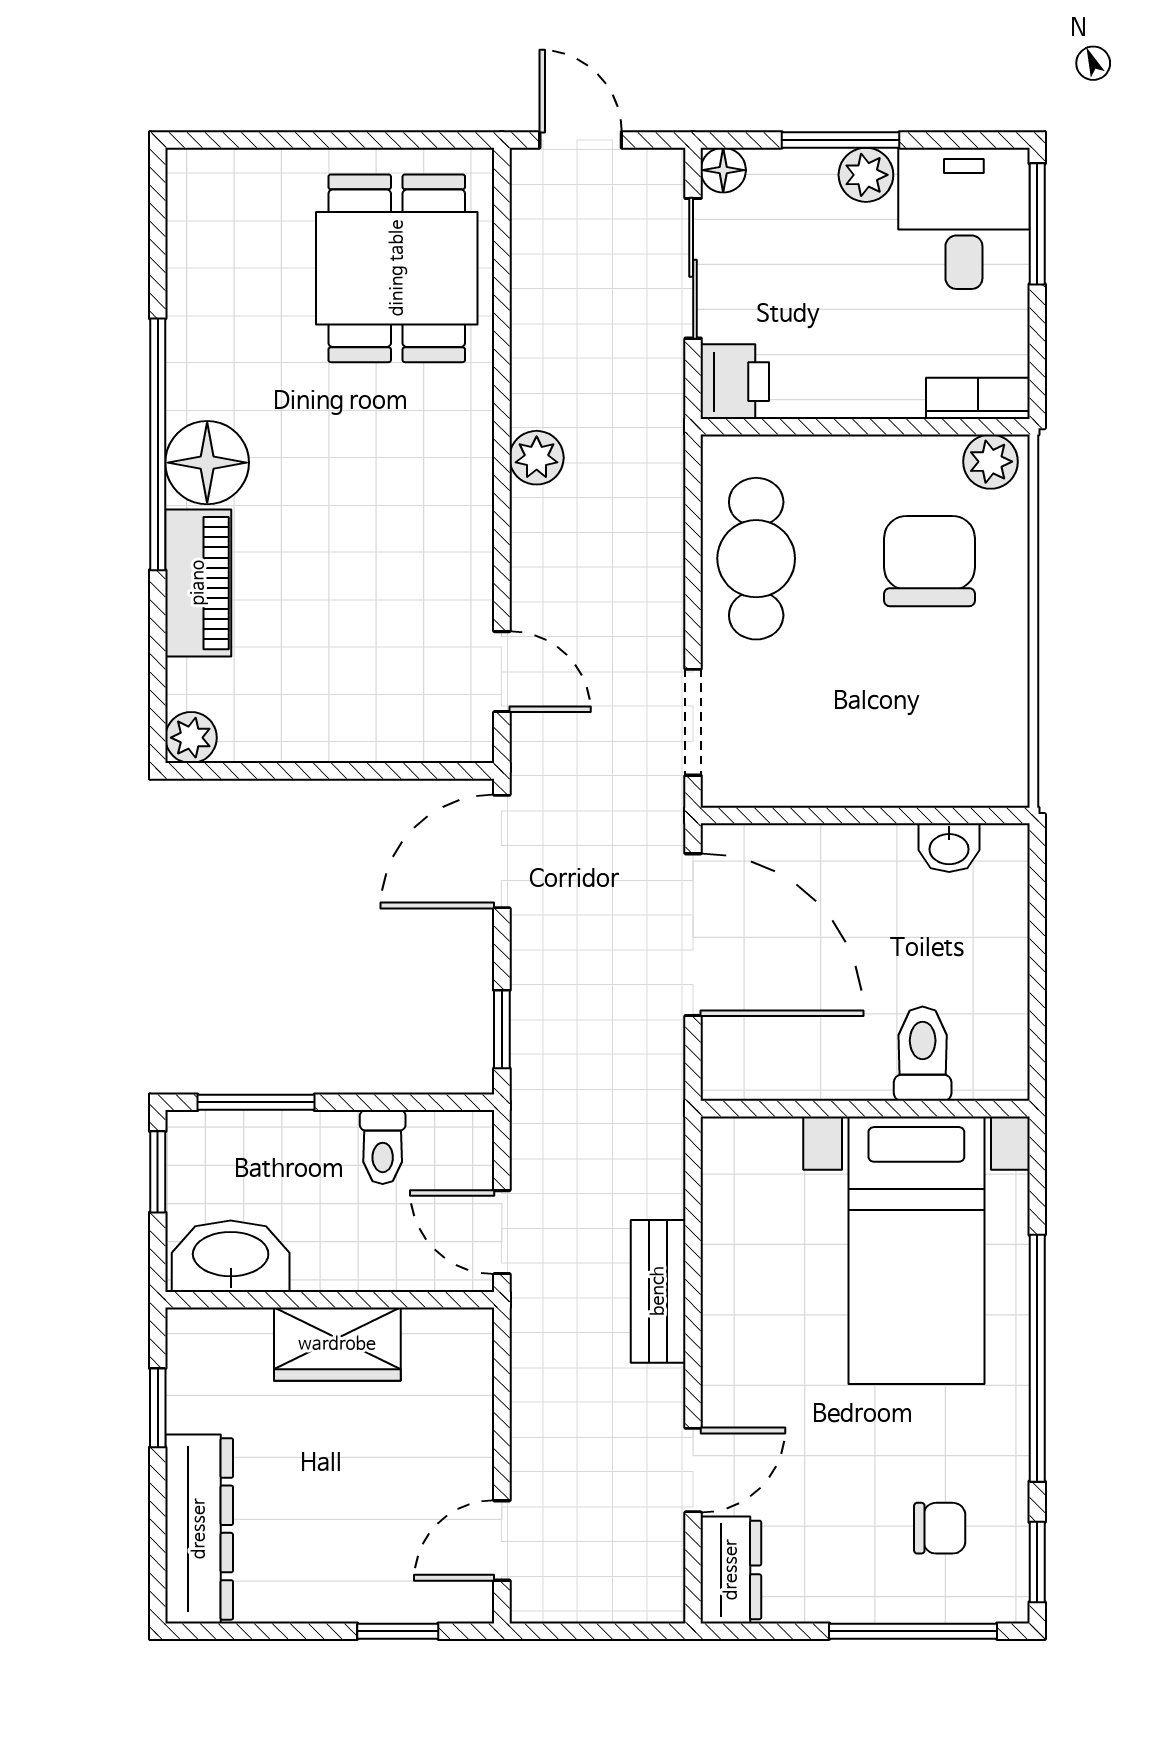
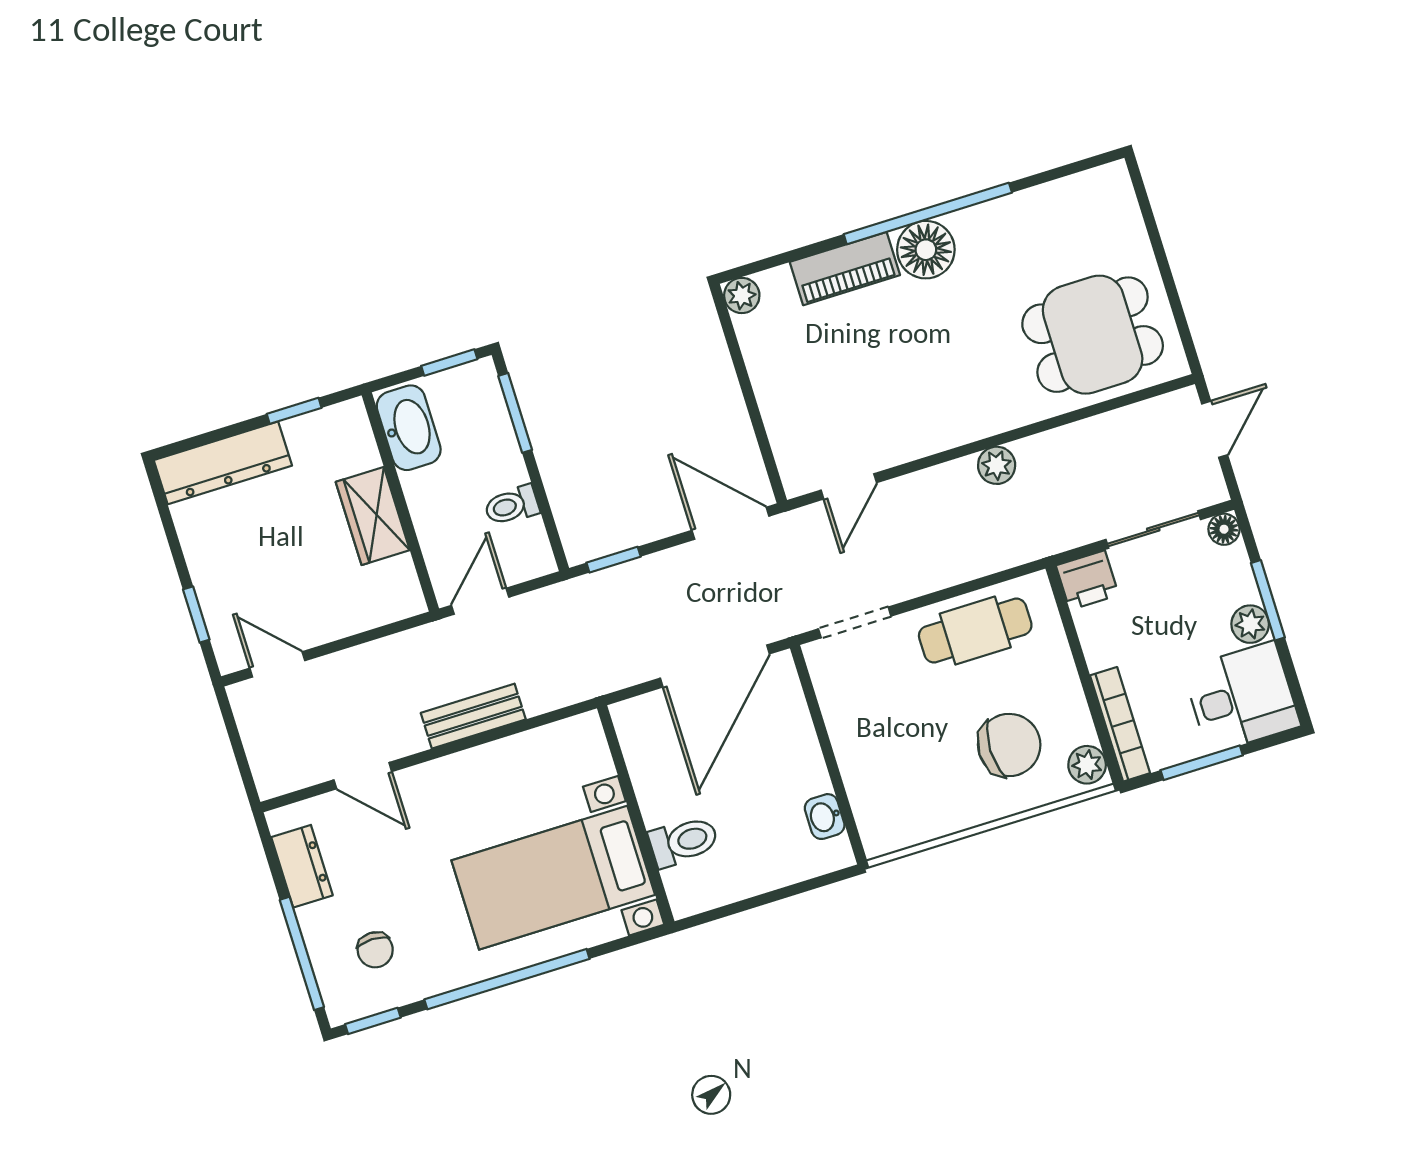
window: (1037, 224) -> (1202, 763), moved
bookcase: (978, 398) -> (1120, 724), width x1.56
dresser: (731, 1570) -> (302, 866), moved, turned -90

